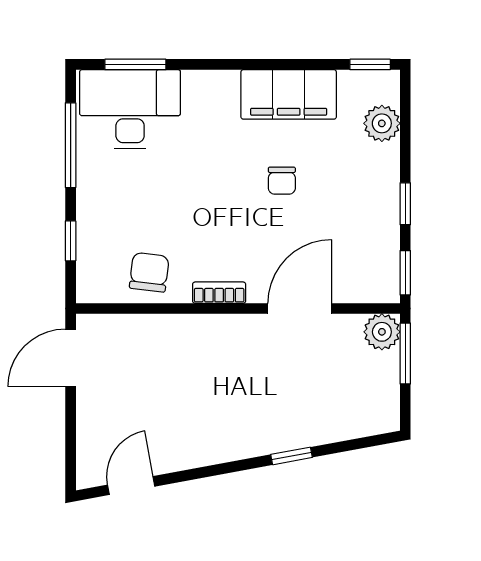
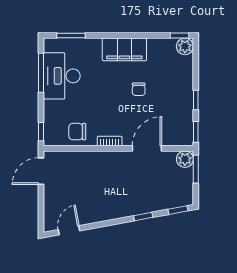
filing cabinet: (289, 94) -> (124, 49), moved
desk: (130, 109) -> (62, 76), moved, turned -90
plant: (382, 123) -> (185, 46), moved
window: (71, 241) -> (41, 132), moved
chair: (149, 272) -> (77, 132), turned -97
window: (367, 442) -> (178, 210), added

